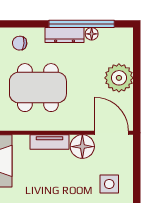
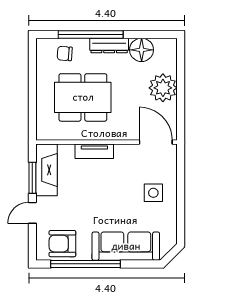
window: (82, 24) -> (91, 34), moved
floor lamp: (92, 34) -> (142, 50), width x1.89, depth x1.89
floor lamp: (82, 147) -> (127, 156), removed

